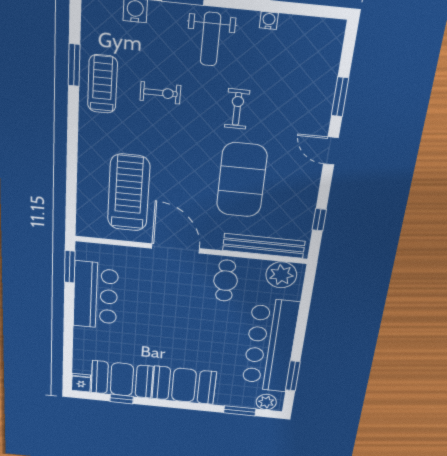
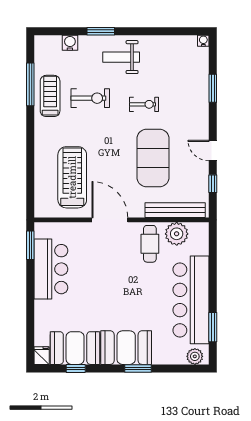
water cooler: (269, 20) -> (203, 41), moved
weight bench: (211, 39) -> (121, 57), turned 90
window: (74, 65) -> (30, 84), width x1.44
exercise bike: (160, 93) -> (90, 98), width x1.38, depth x1.39
exercise bike: (237, 109) -> (144, 104), turned 90
door: (331, 151) -> (213, 151), moved
plant: (281, 275) -> (177, 234), moved
window: (240, 411) -> (138, 368), moved

